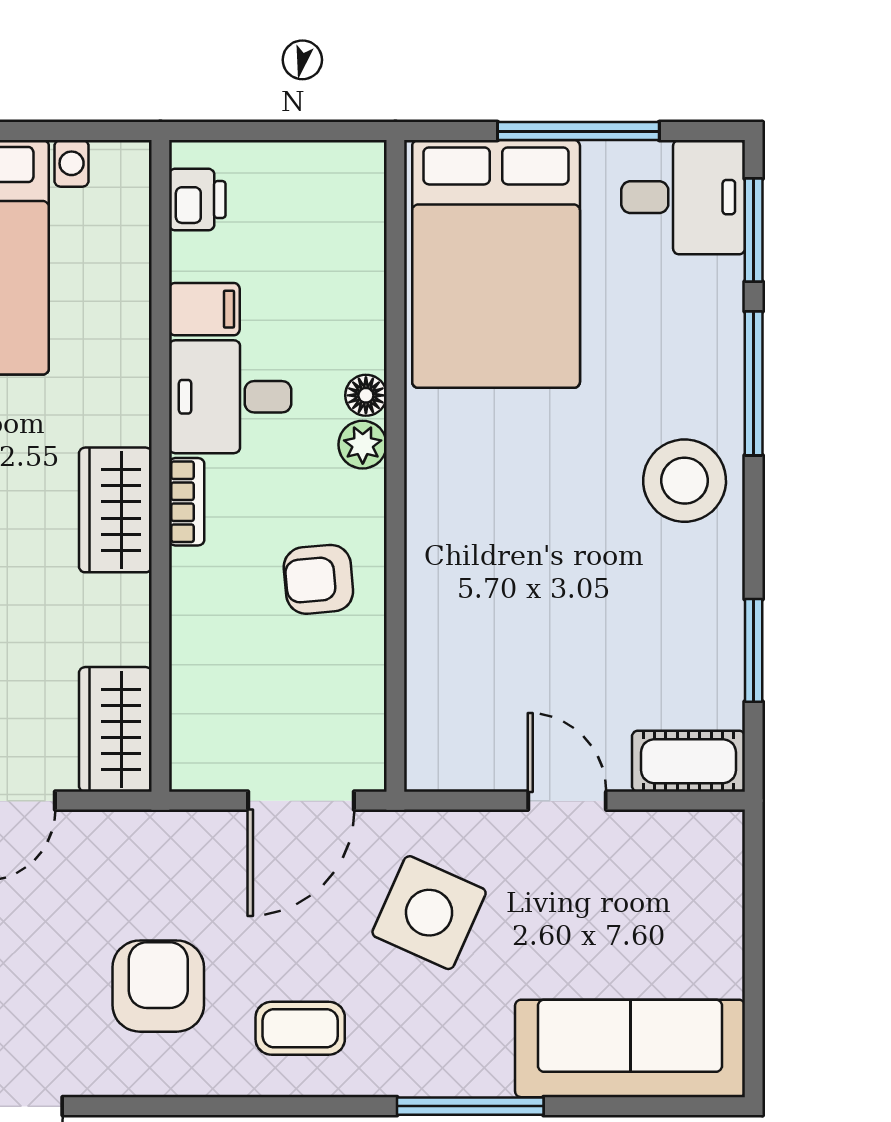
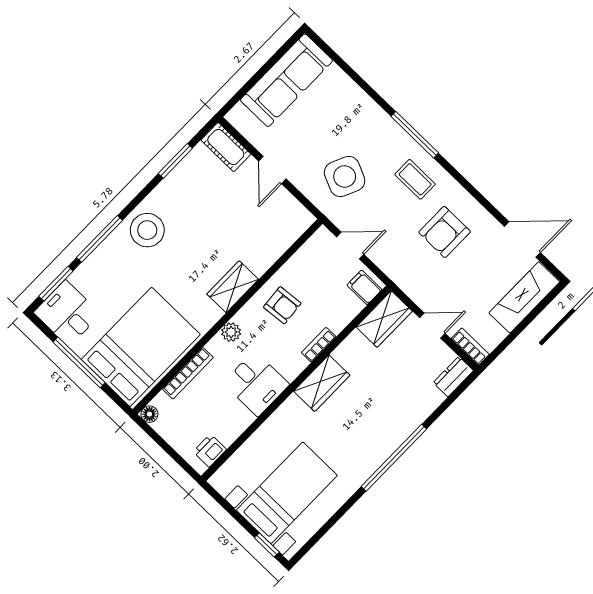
bookcase: (368, 298) -> (188, 373), added
filing cabinet: (204, 309) -> (364, 287), moved
floor lamp: (366, 395) -> (149, 414), moved
bookcase: (187, 502) -> (319, 345), moved
wardrobe: (437, 527) -> (233, 287), added
door: (301, 801) -> (350, 246), width x0.73
sofa: (630, 1048) -> (286, 80), moved, turned -90
window: (470, 1106) -> (415, 135), moved

